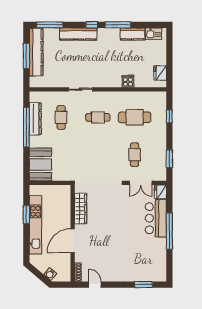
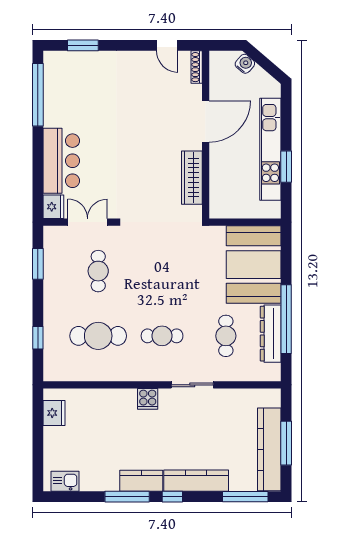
kitchen counter: (133, 34) -> (141, 481), moved
cooker: (128, 81) -> (148, 399), moved
booth: (40, 164) -> (254, 265), width x1.36, depth x1.42
window: (169, 231) -> (38, 95), moved

